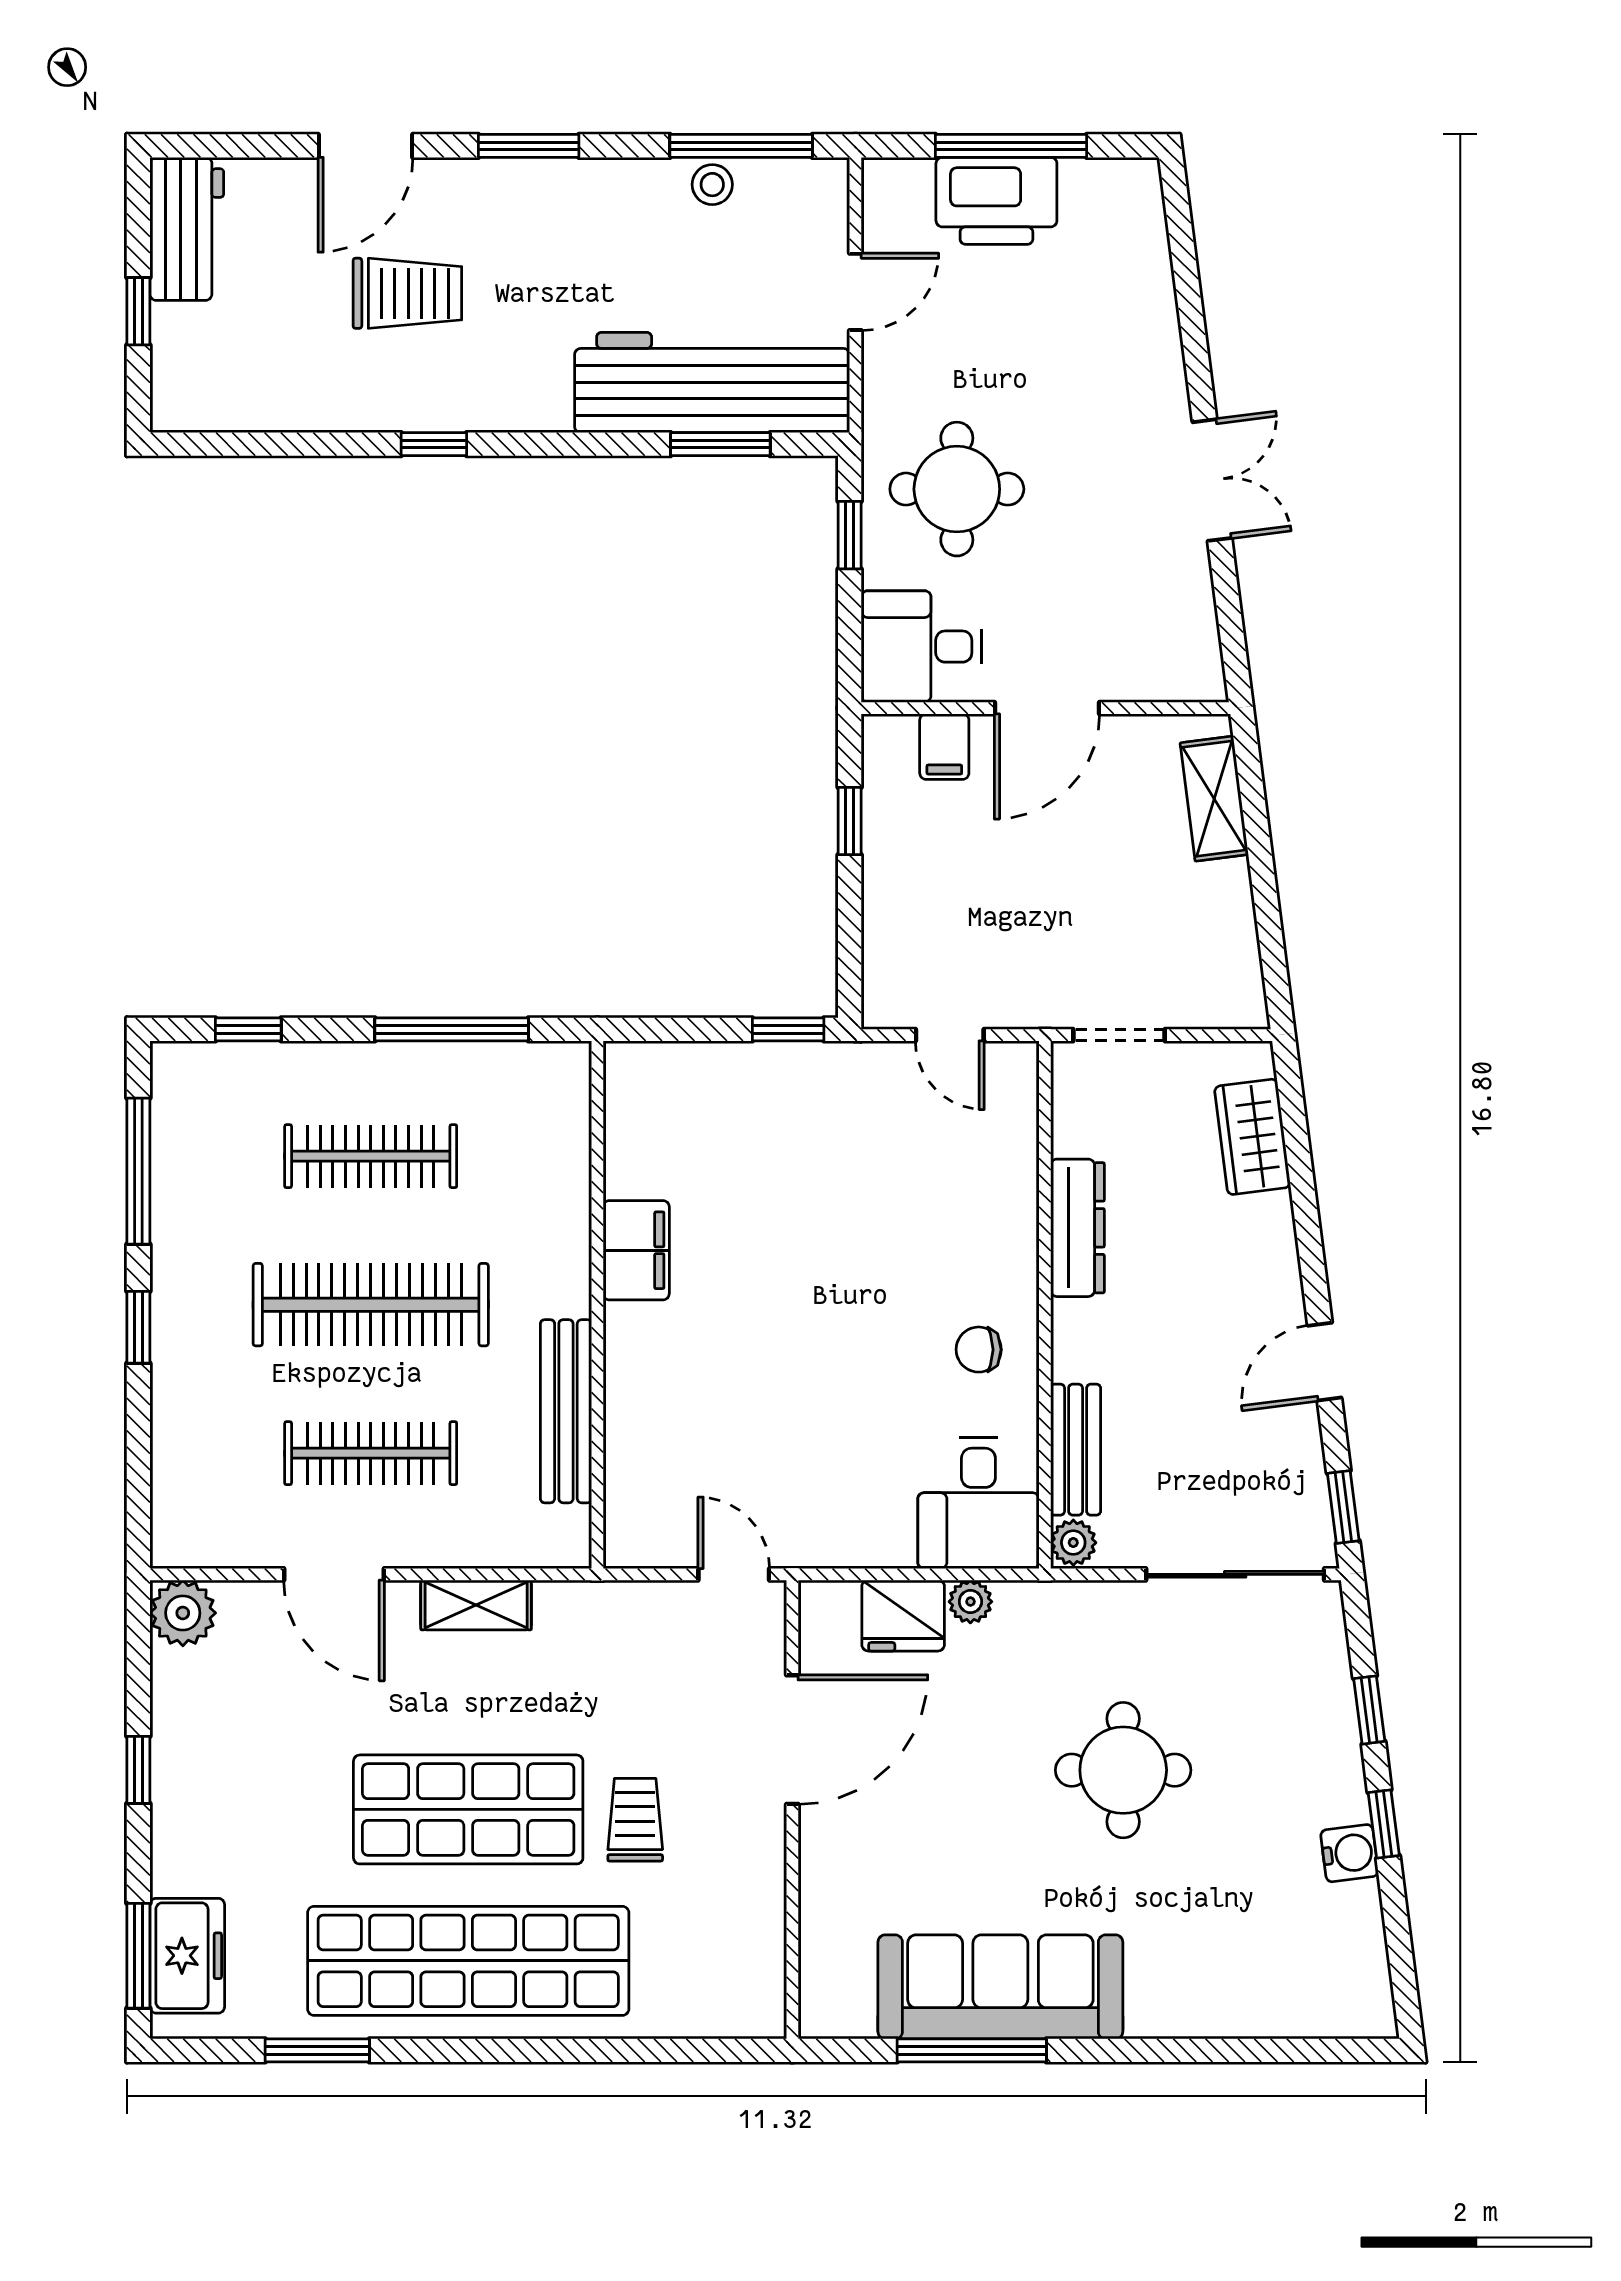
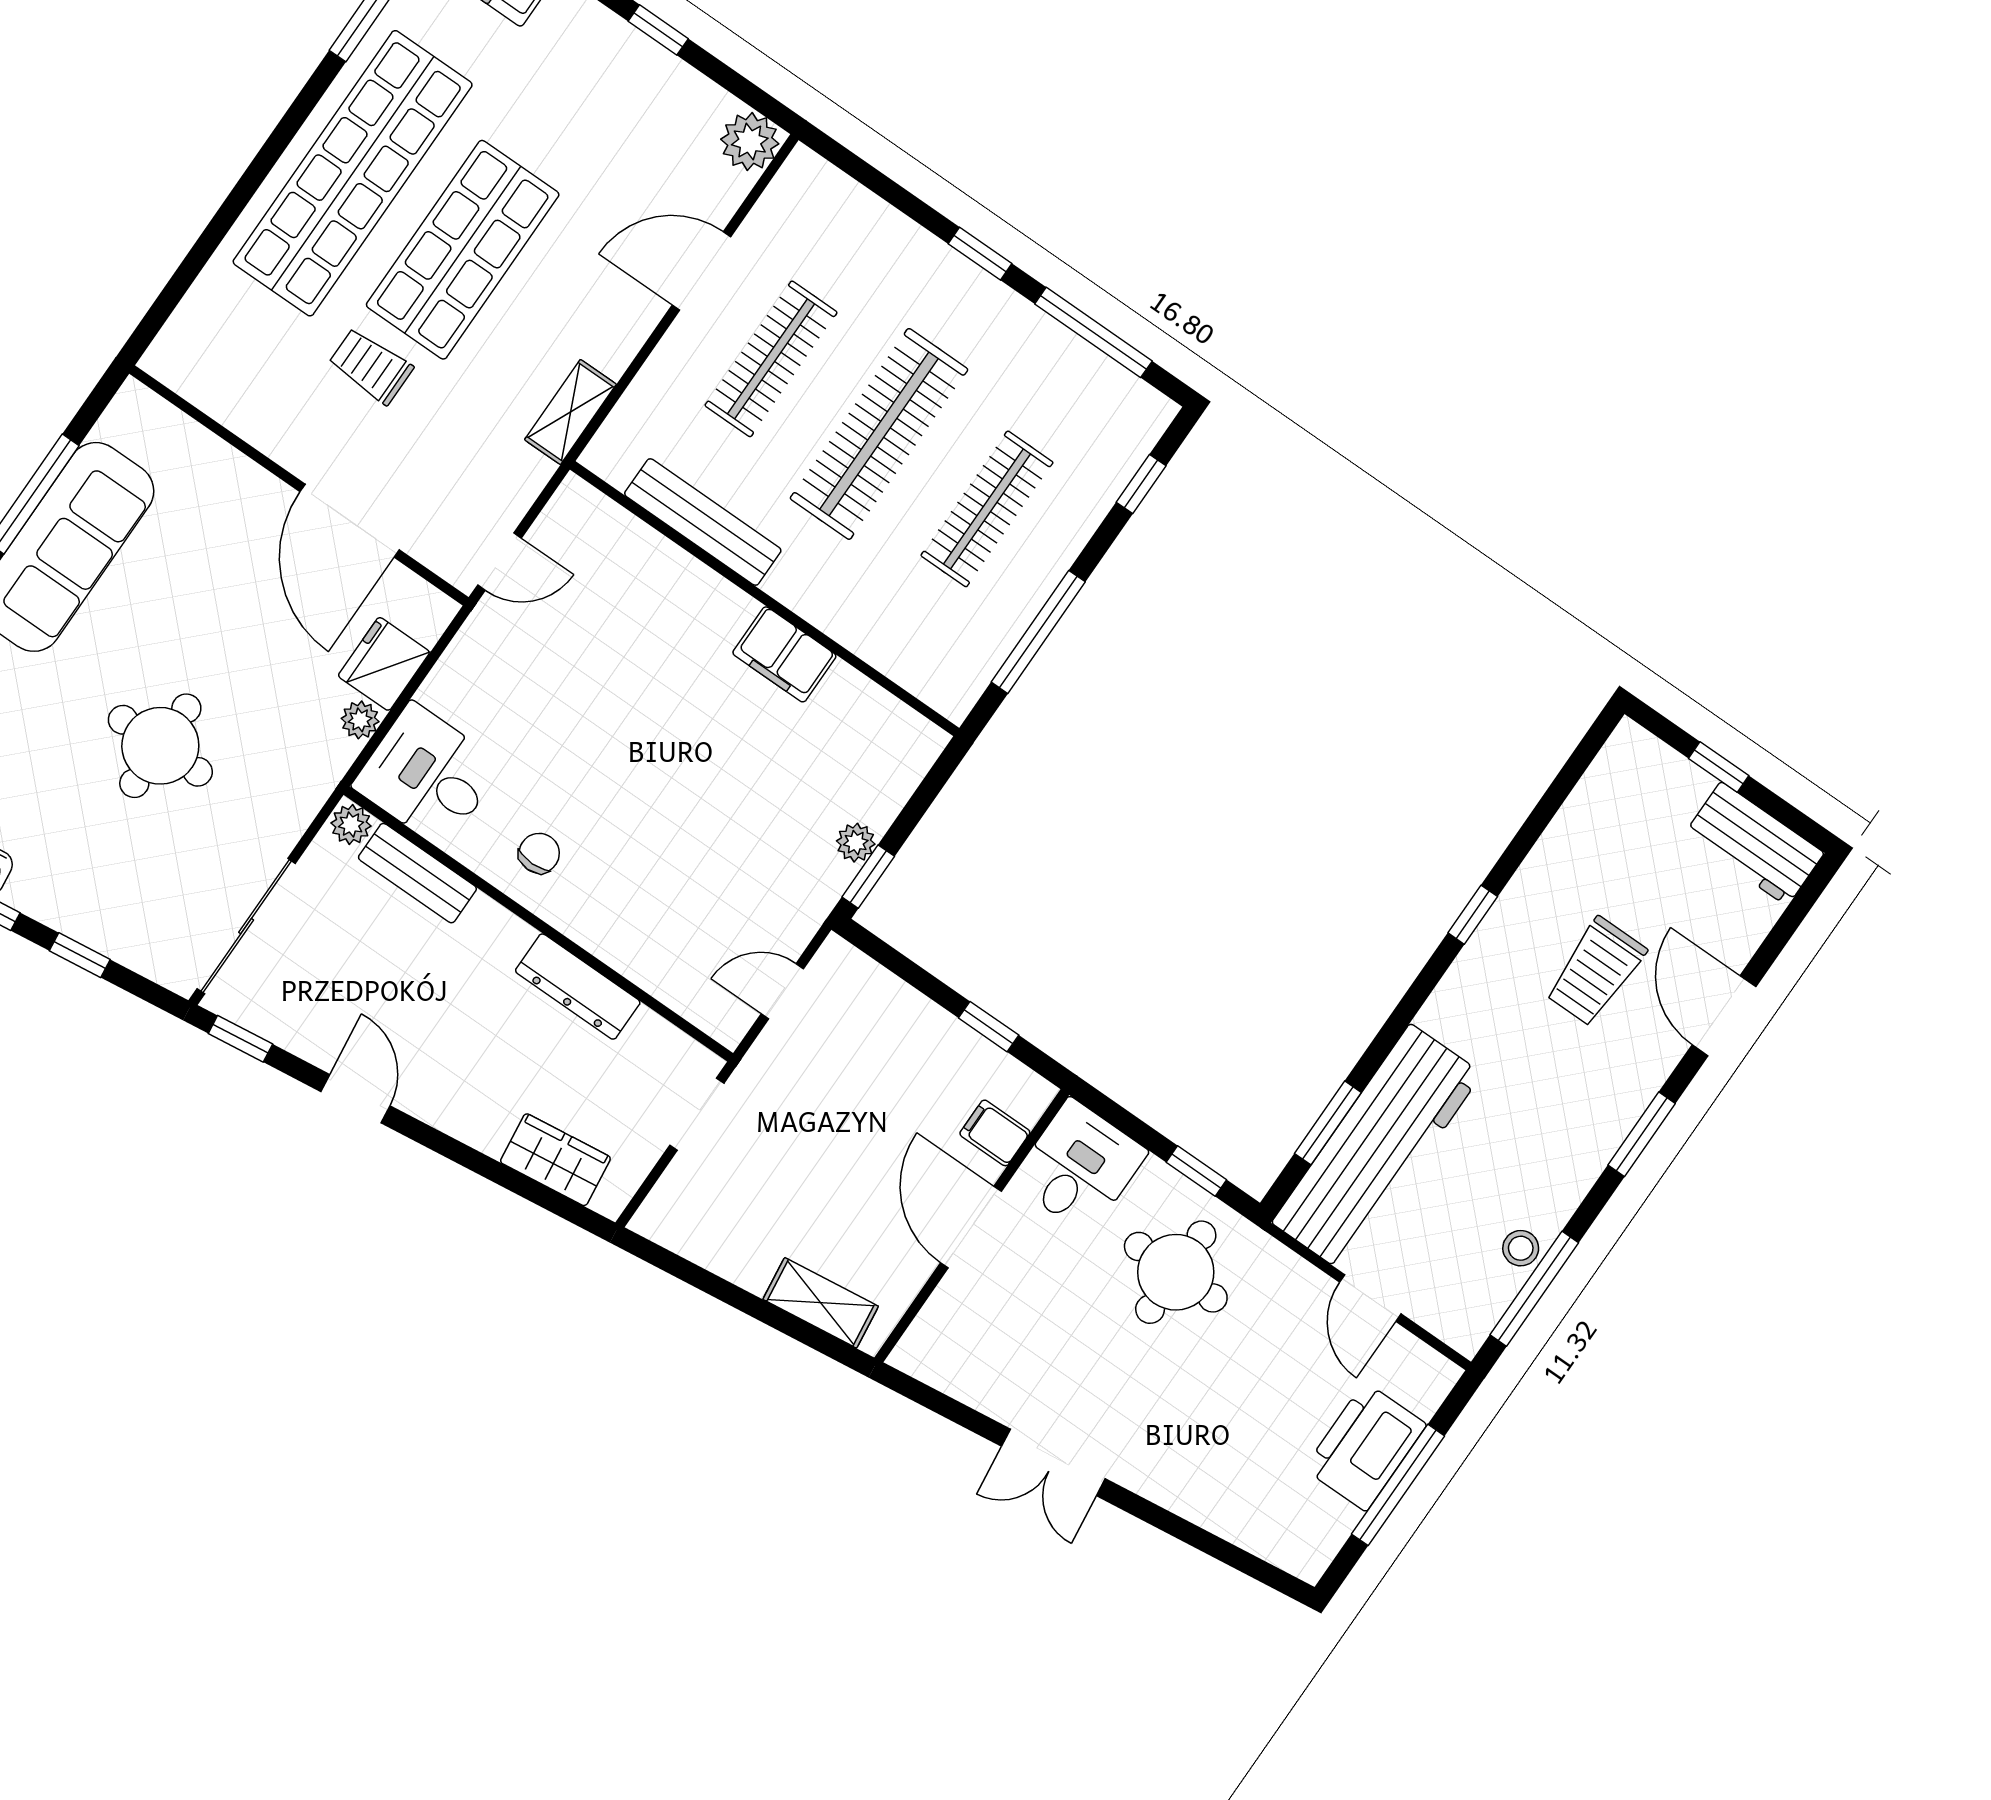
plant: (765, 1063) -> (856, 843), added
shelving: (476, 1605) -> (570, 412), moved
trolley: (635, 1820) -> (371, 366), turned 180

